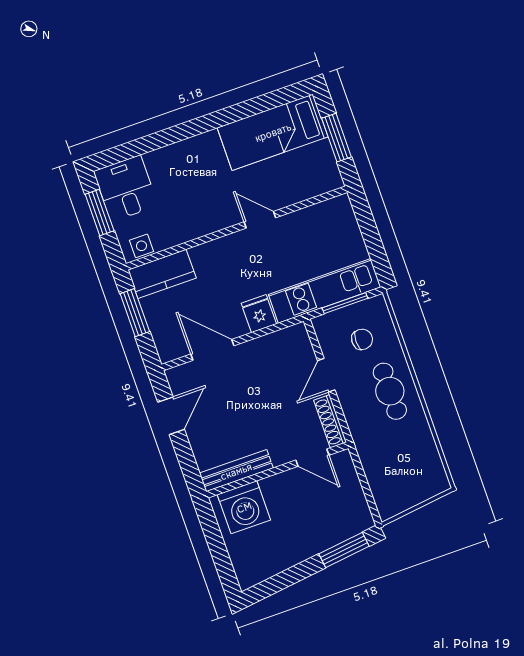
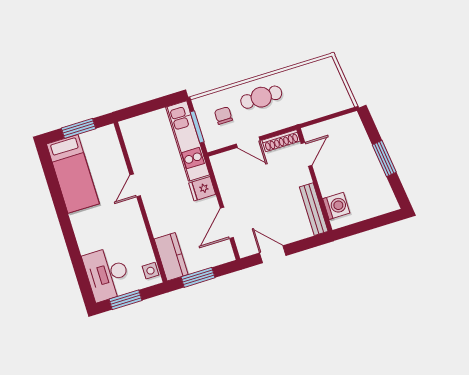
desk: (126, 188) -> (107, 274), width x1.37
washing machine: (244, 507) -> (336, 206), width x0.73, depth x0.73
window: (344, 550) -> (384, 159), moved

